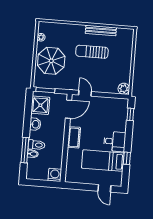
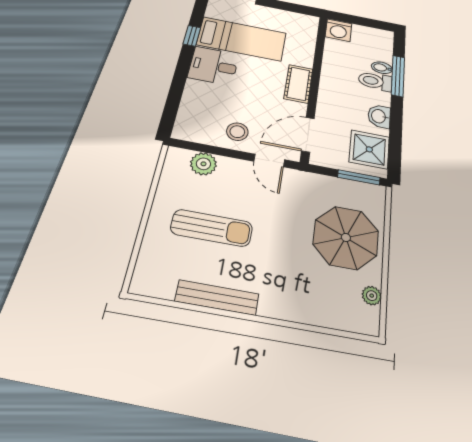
sun lounger: (92, 52) -> (212, 228), moved
plant: (124, 89) -> (203, 164), moved
stool: (100, 106) -> (237, 132), added
window: (130, 114) -> (171, 108), removed

